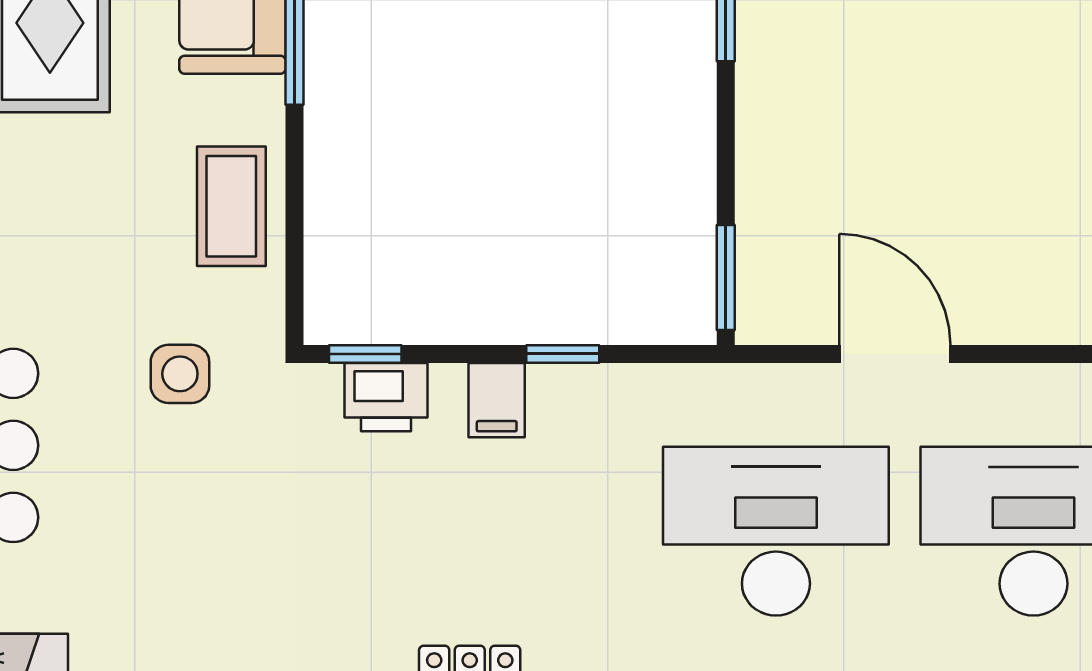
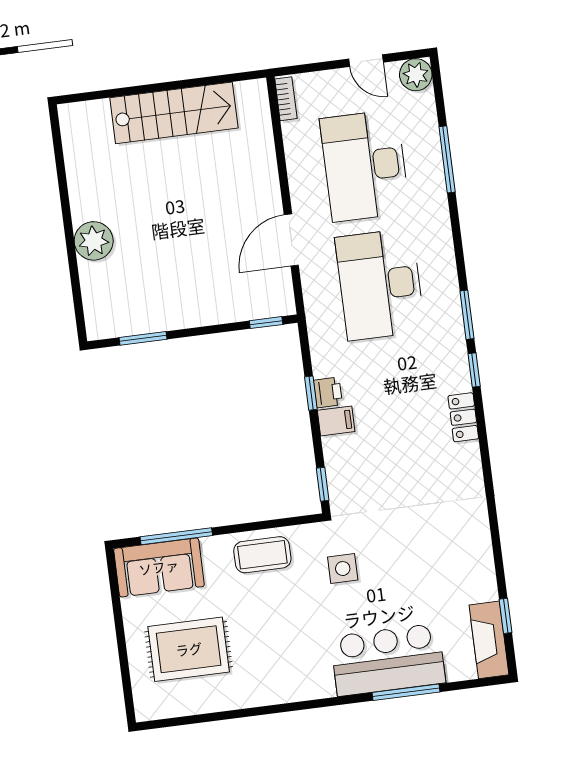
window: (726, 278) -> (266, 323), width x0.67
printer: (386, 397) -> (328, 392), moved, width x0.73, depth x0.81

